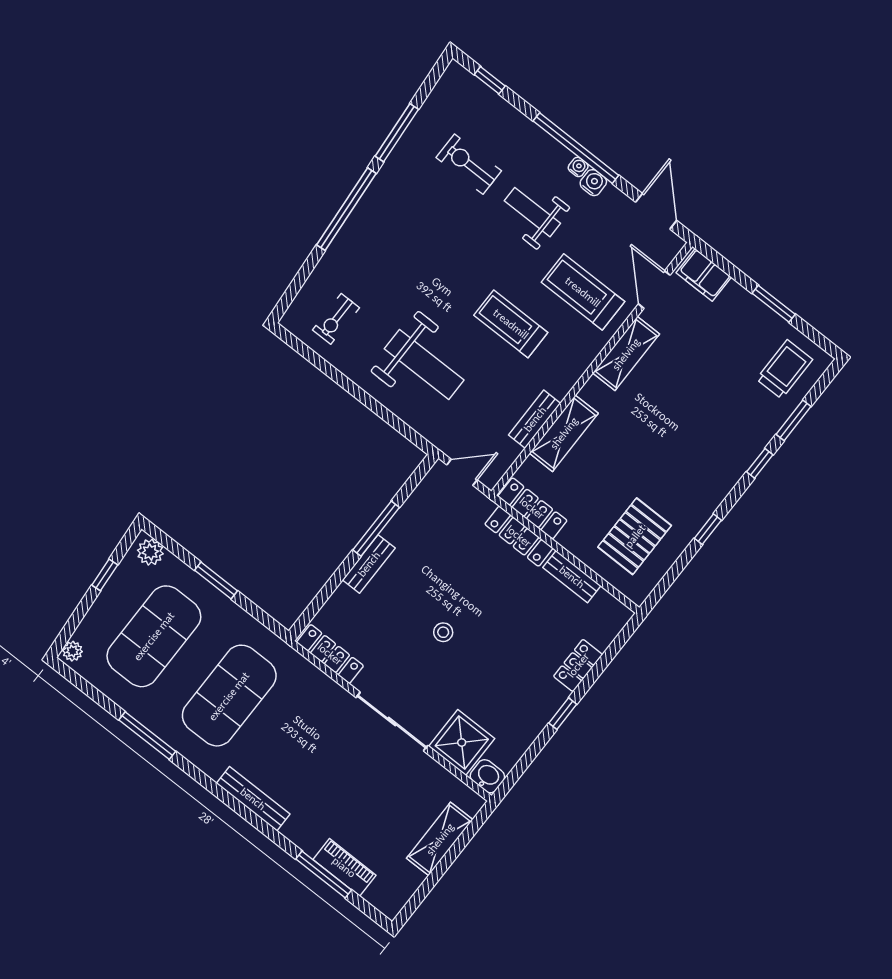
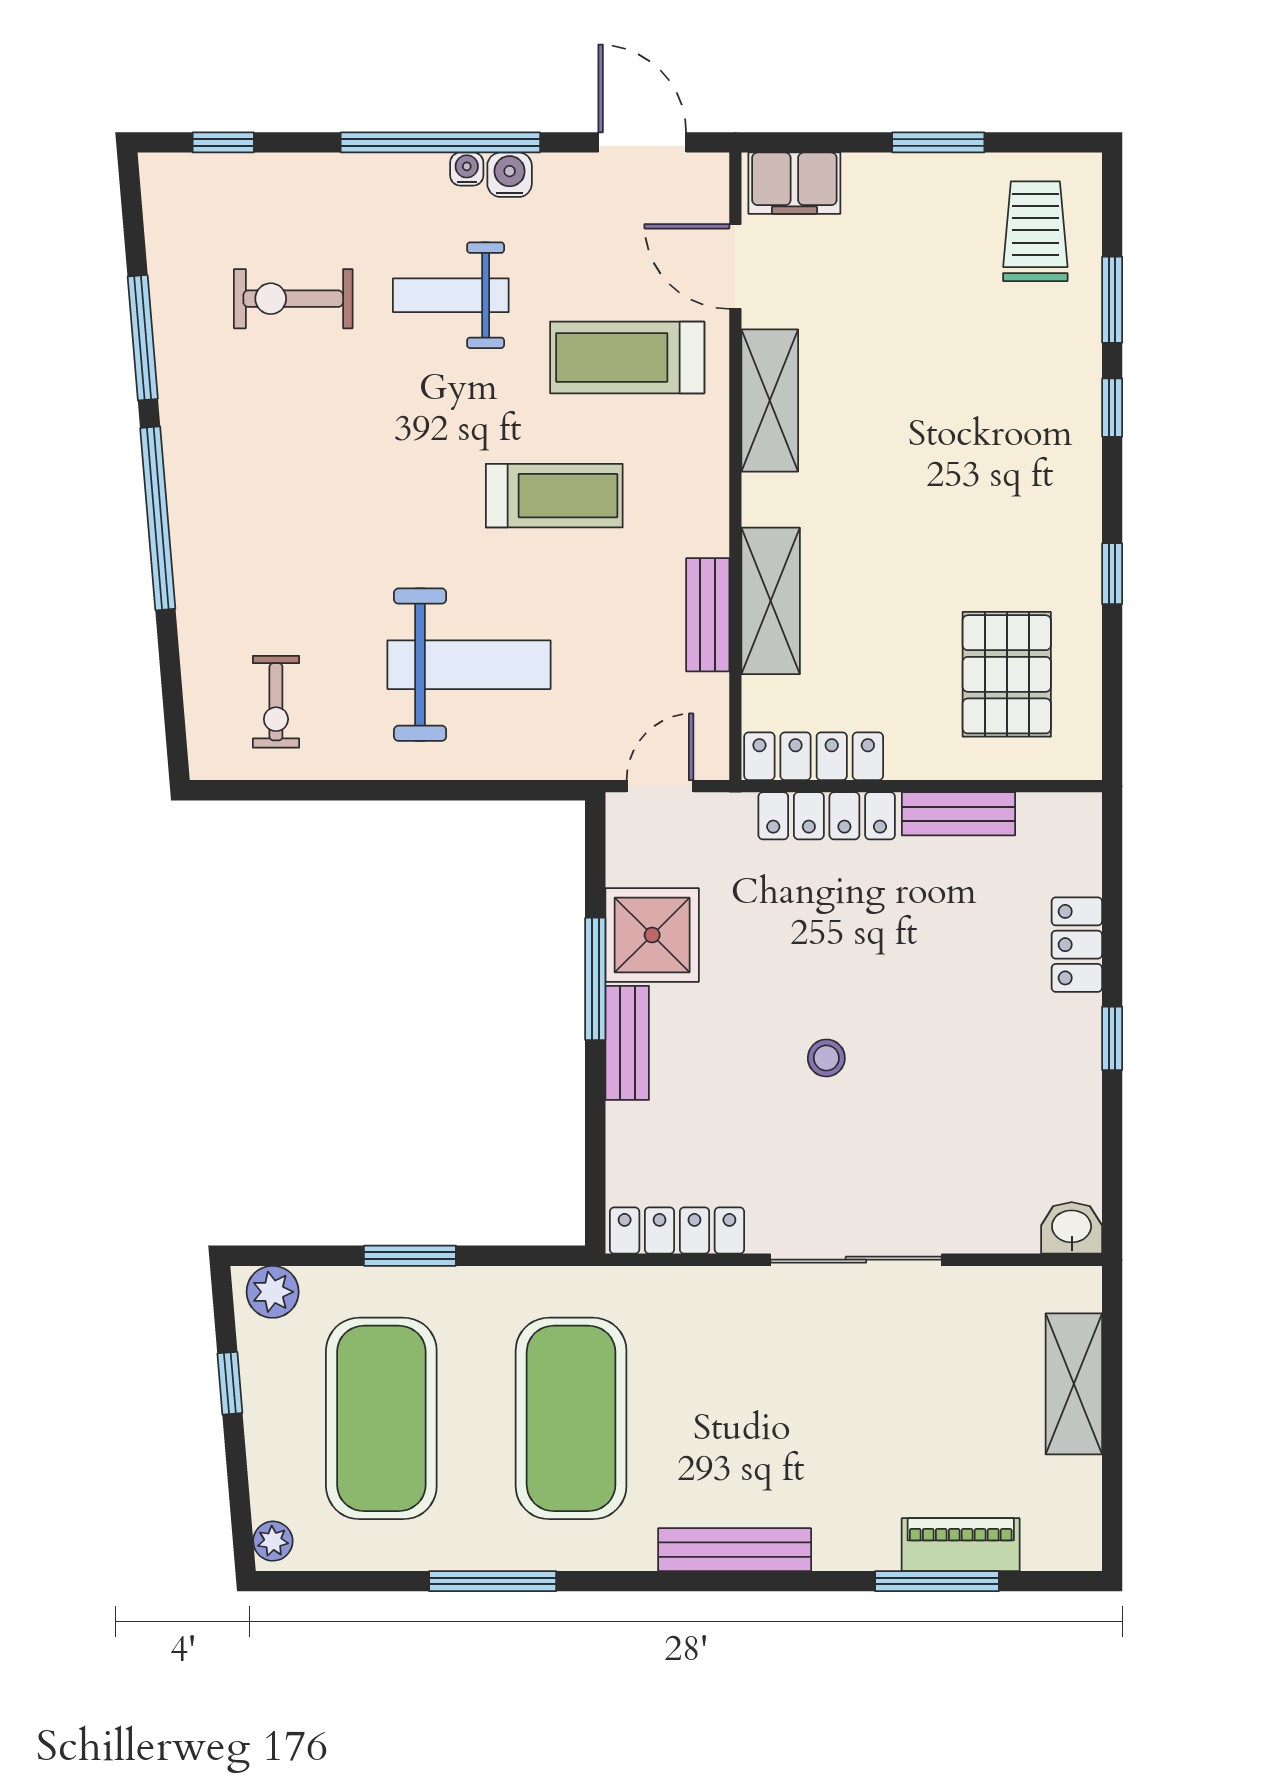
treadmill: (511, 324) -> (554, 496), turned 180
shower: (462, 743) -> (652, 935), moved

